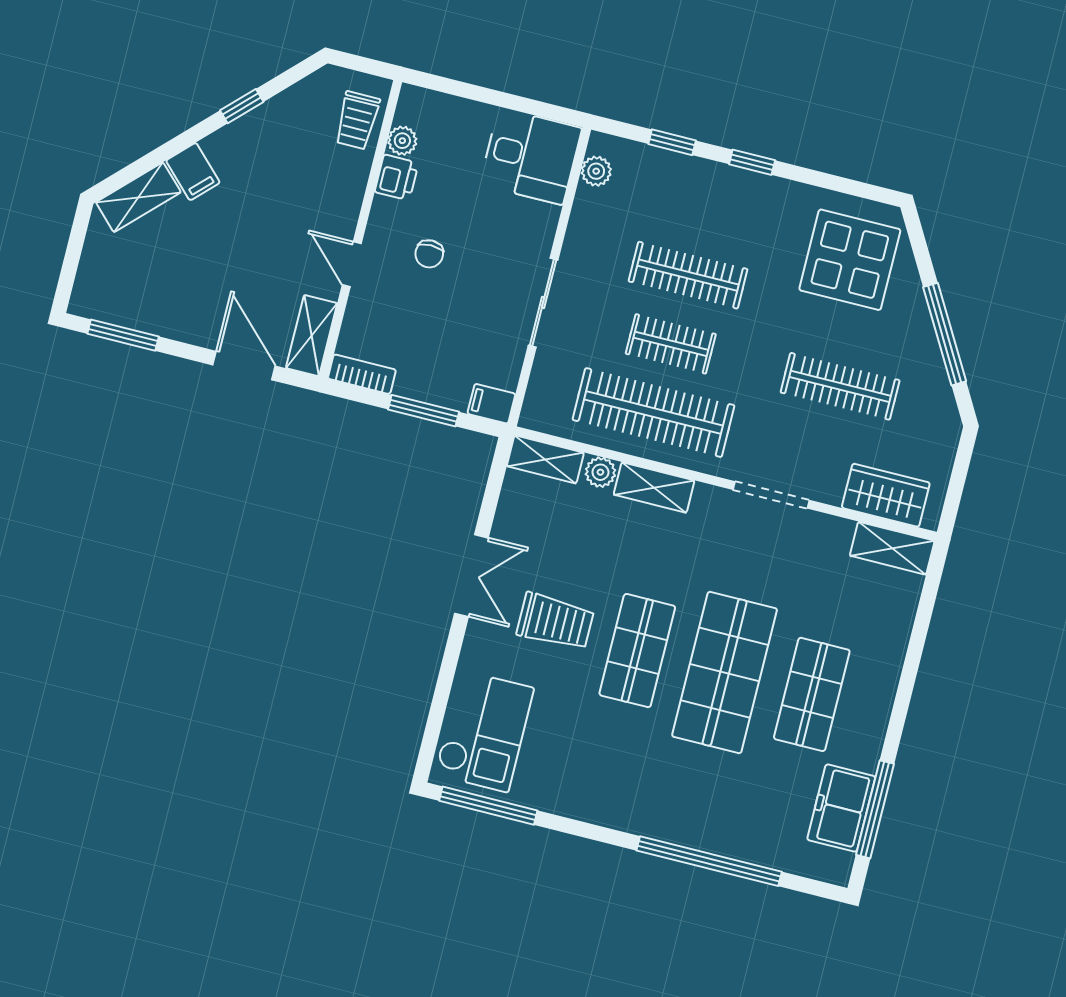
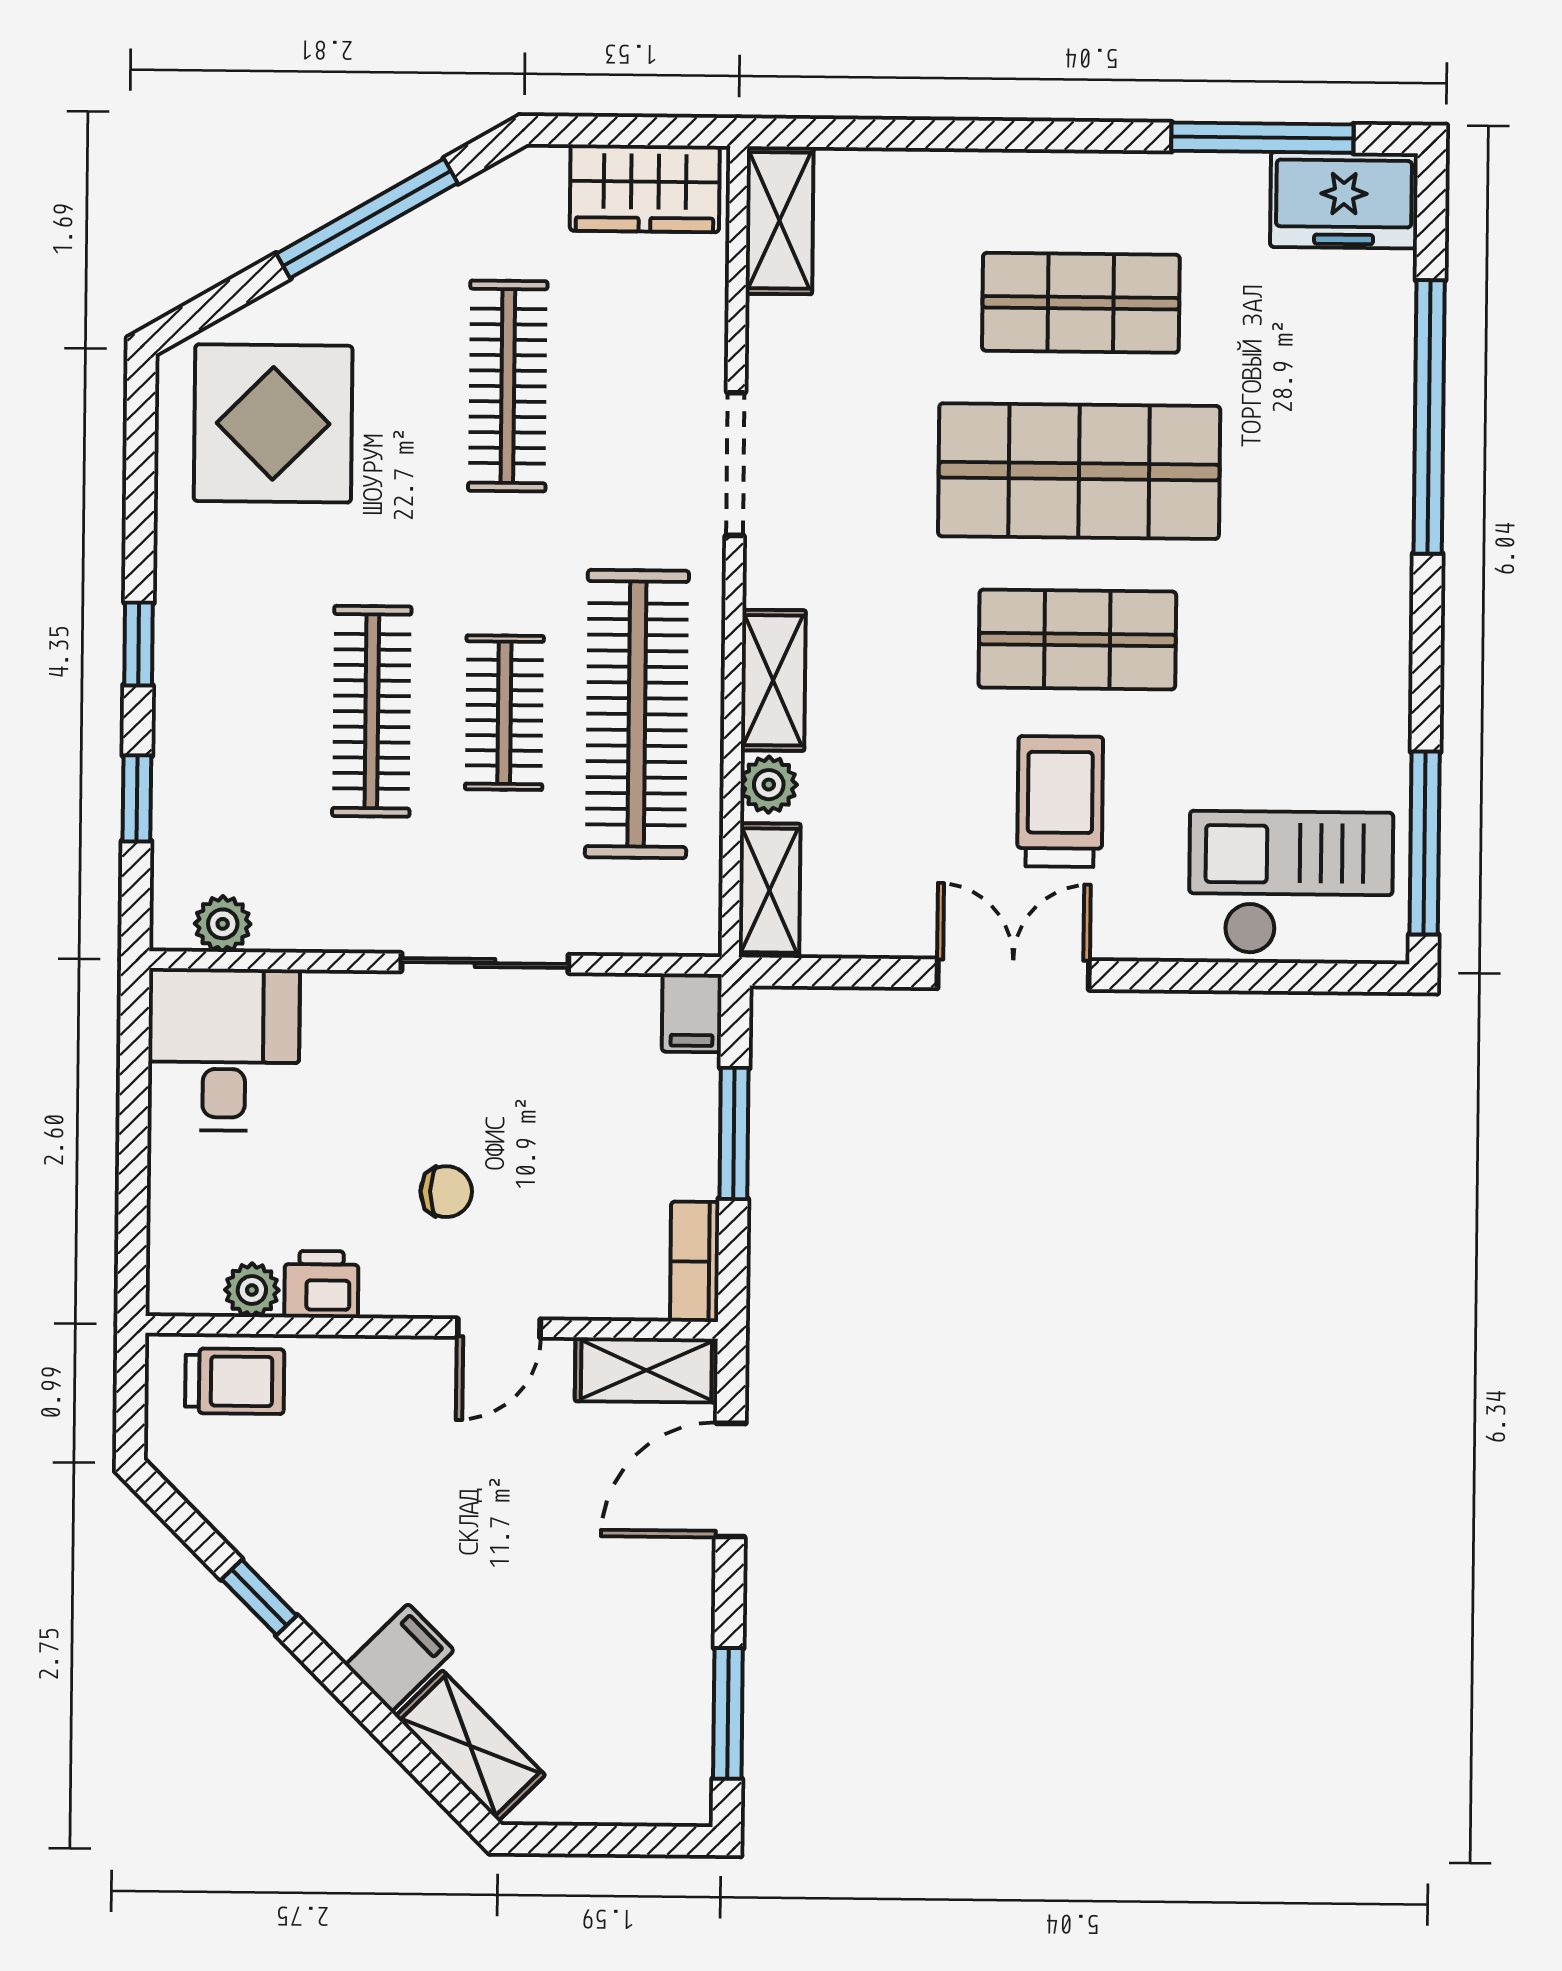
wardrobe: (886, 495) -> (645, 188), moved, turned -90
freezer: (841, 808) -> (1344, 200), moved

